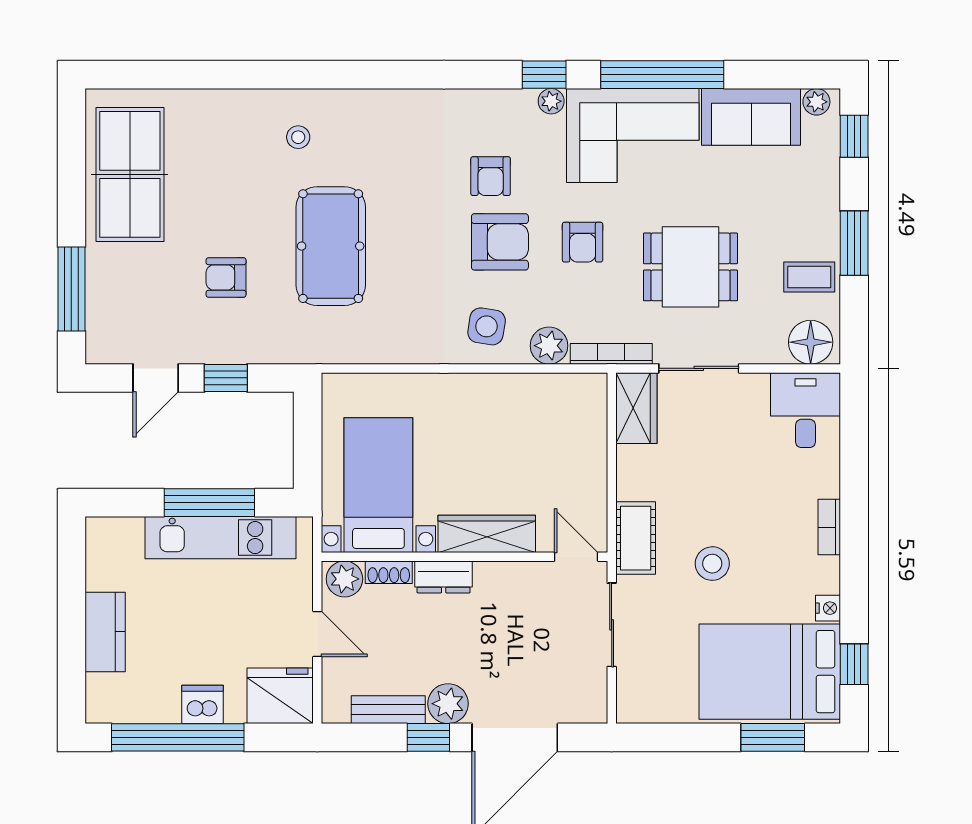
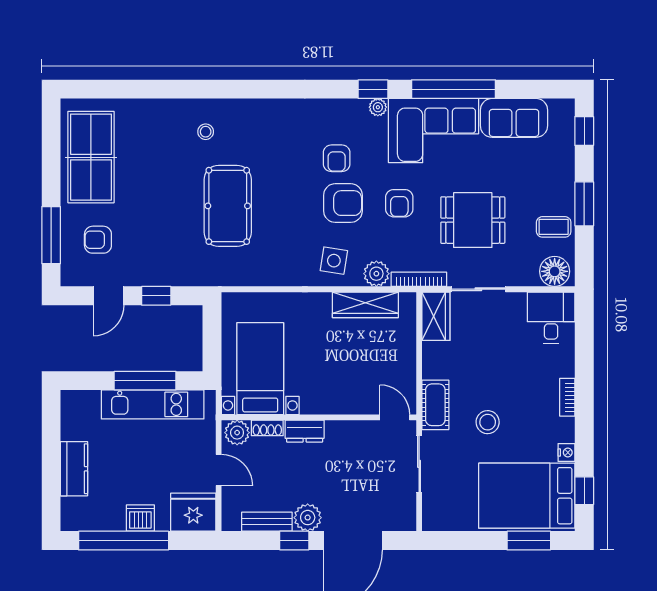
plant: (816, 102) -> (559, 108), removed
armchair: (226, 277) -> (98, 240), moved
wardrobe: (487, 534) -> (365, 305), moved, turned 180

